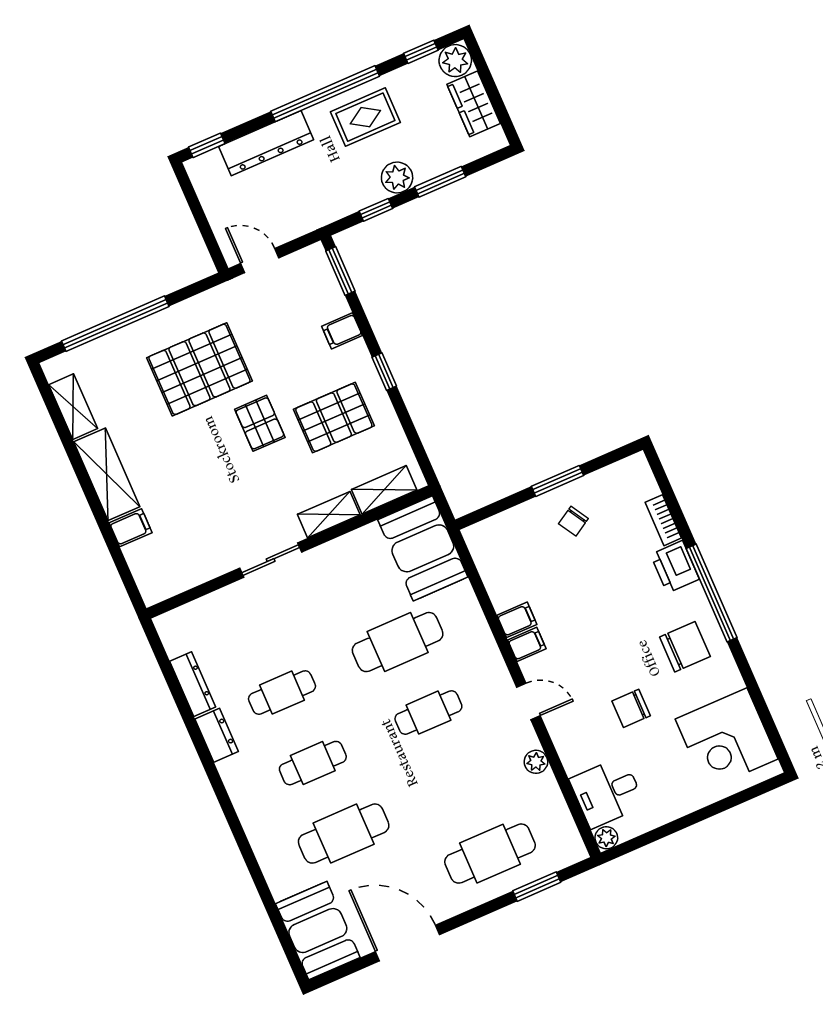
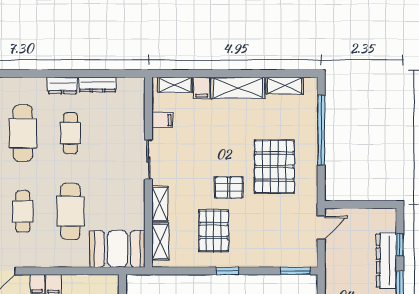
window: (207, 145) -> (400, 245), moved
filing cabinet: (342, 331) -> (162, 120), moved, turned 90
shelving: (143, 569) -> (175, 85), added
cafe table: (313, 763) -> (23, 133), width x1.37, depth x1.35

